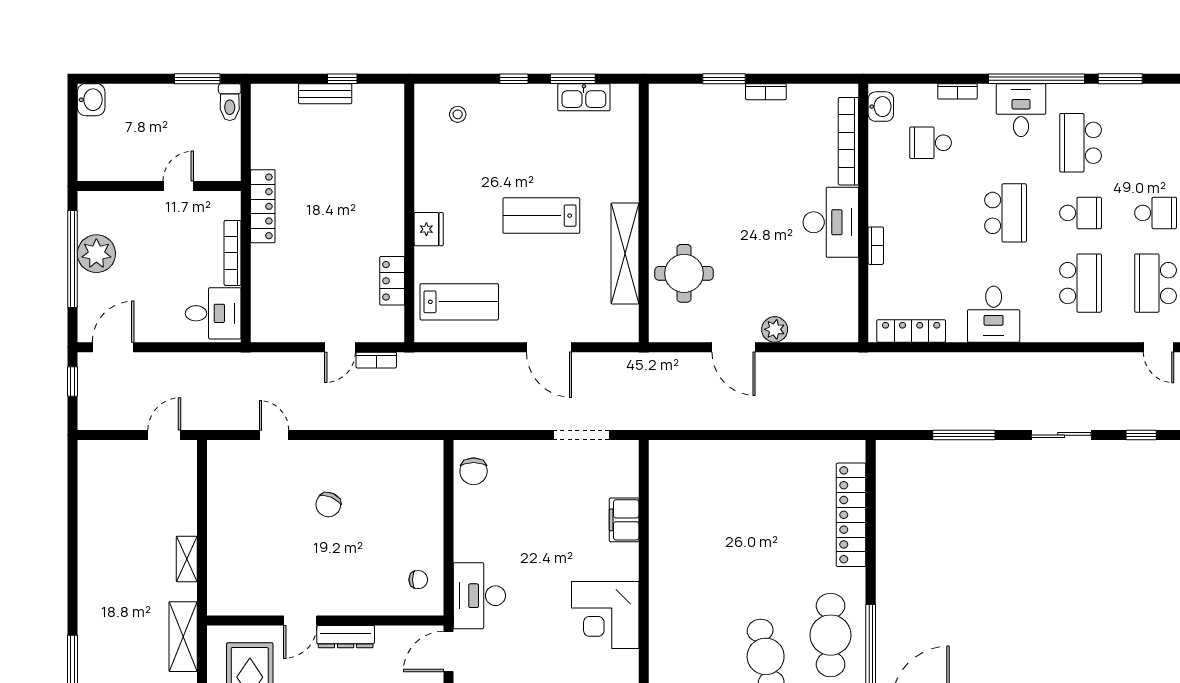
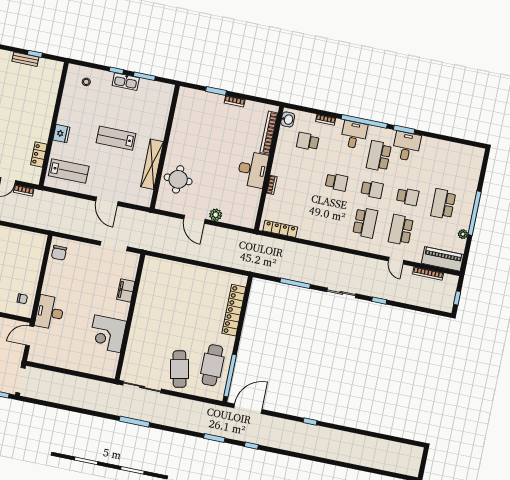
kitchen sink: (584, 97) -> (126, 82), moved
school desk: (1006, 213) -> (336, 182), width x0.54
desk: (994, 314) -> (406, 146), moved, turned 180

